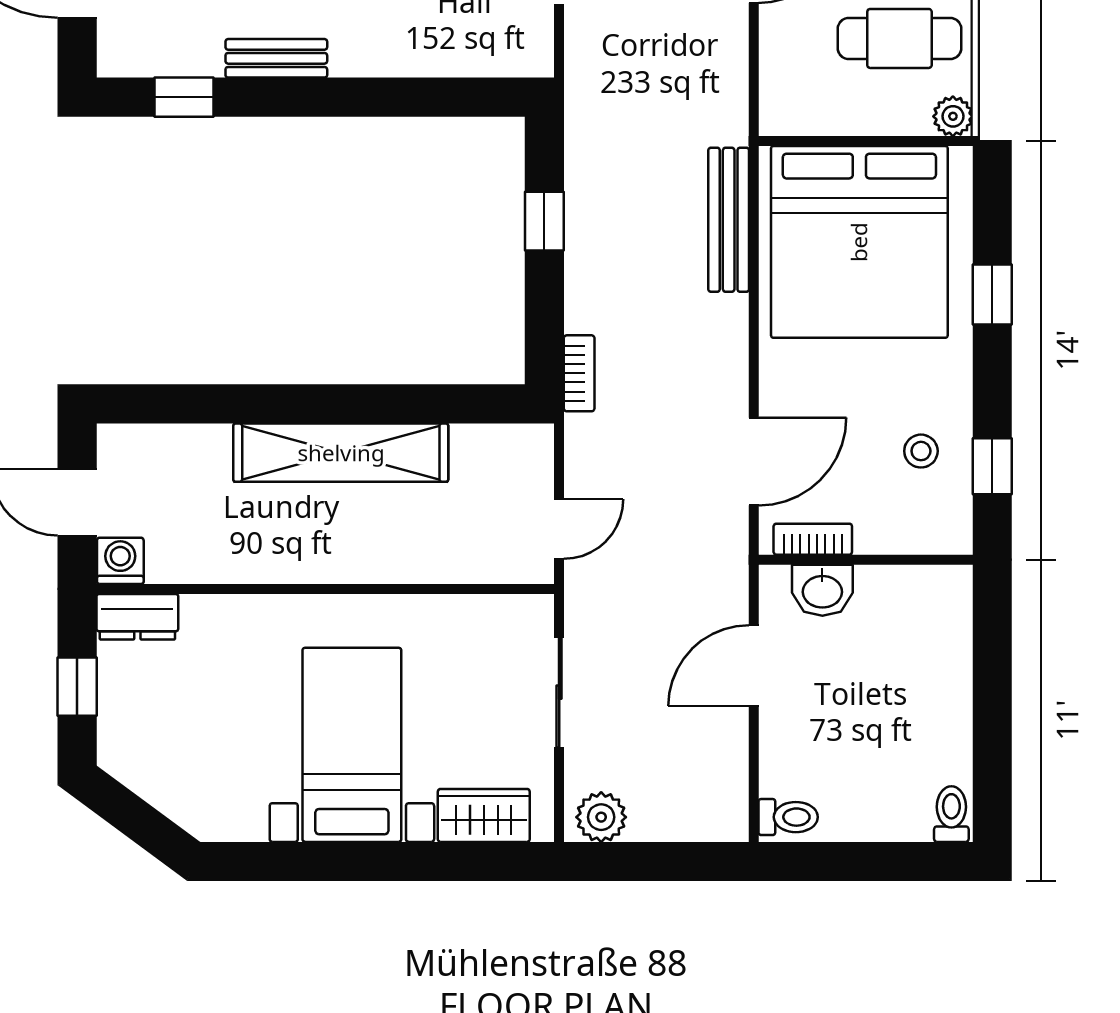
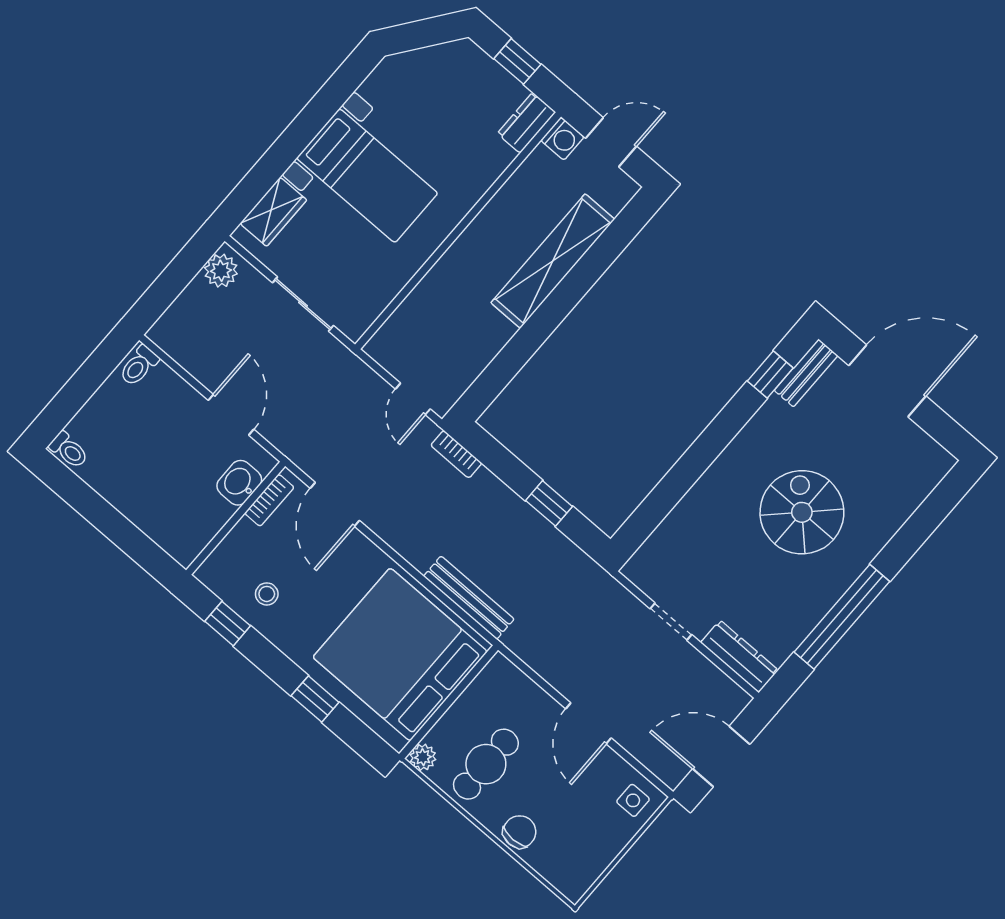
bench: (276, 58) -> (806, 373), moved
shelving: (341, 453) -> (553, 261), moved
door: (559, 529) -> (413, 399), moved

